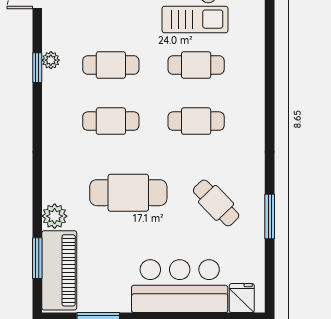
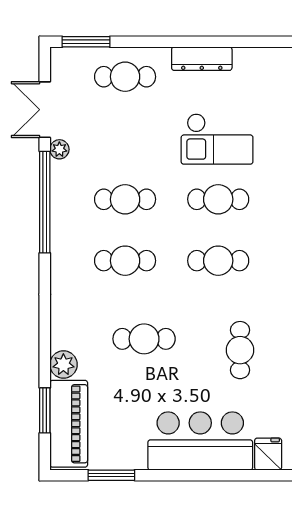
plant: (51, 60) -> (59, 149), moved
window: (37, 68) -> (45, 202), width x3.17
cafe table: (128, 193) -> (144, 339), width x0.73, depth x0.74
cafe table: (216, 203) -> (240, 350), turned 44

